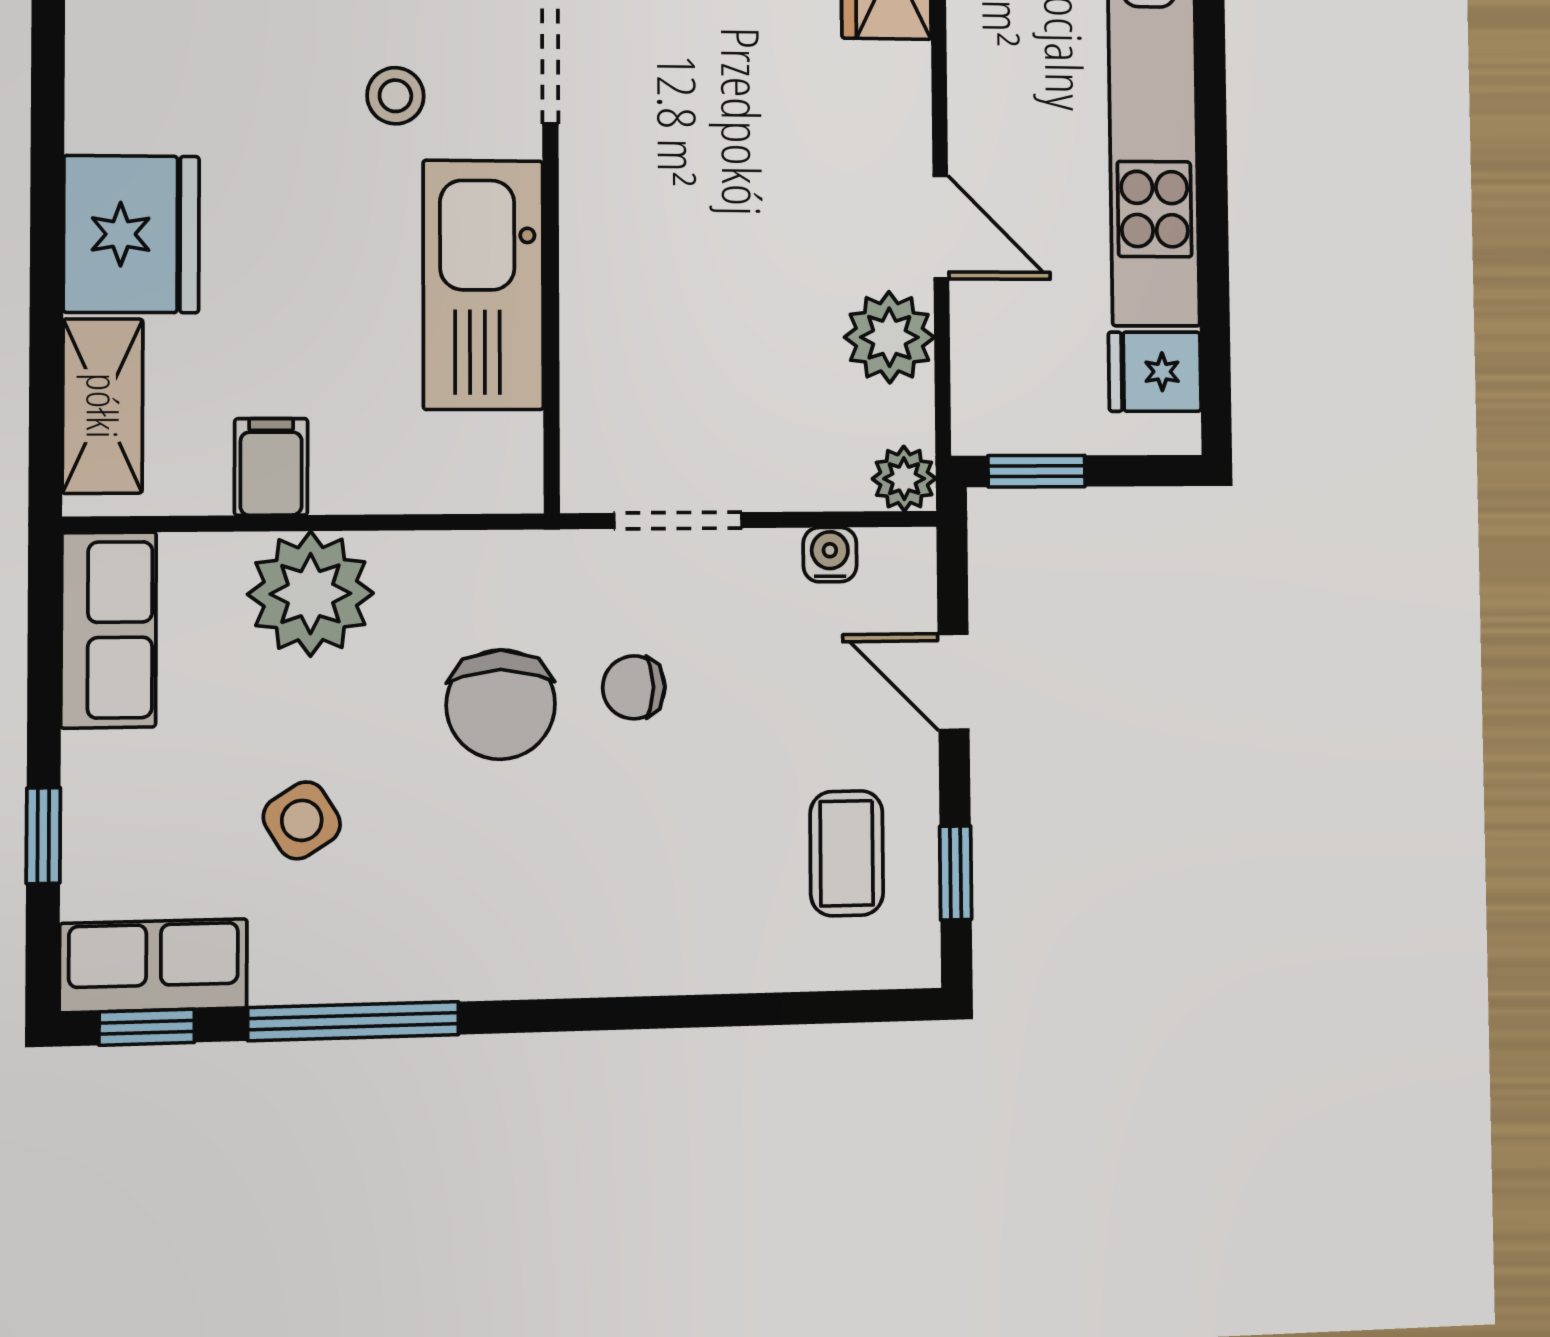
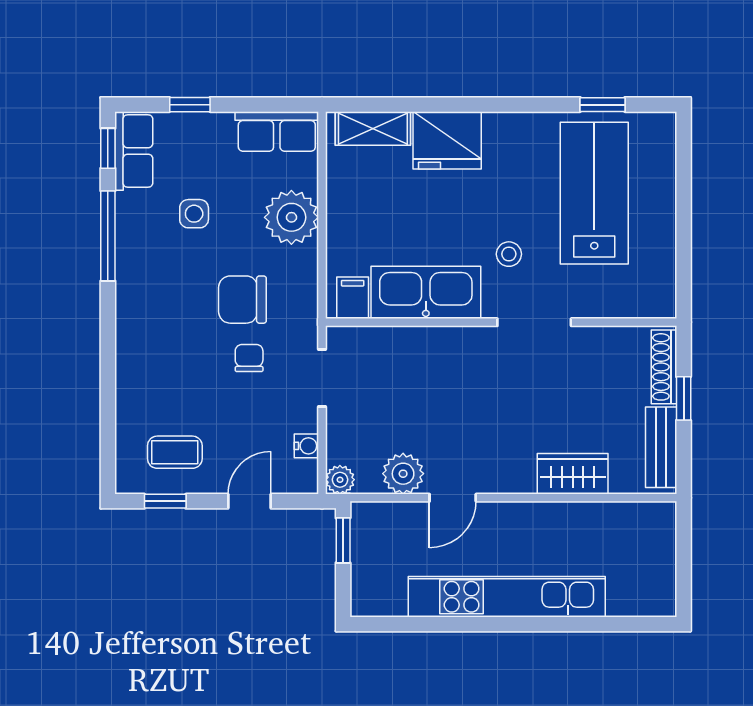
fridge: (1155, 372) -> (388, 596), removed
filing cabinet: (271, 467) -> (353, 298), moved, turned -90
side table: (302, 820) -> (194, 214), turned 32

